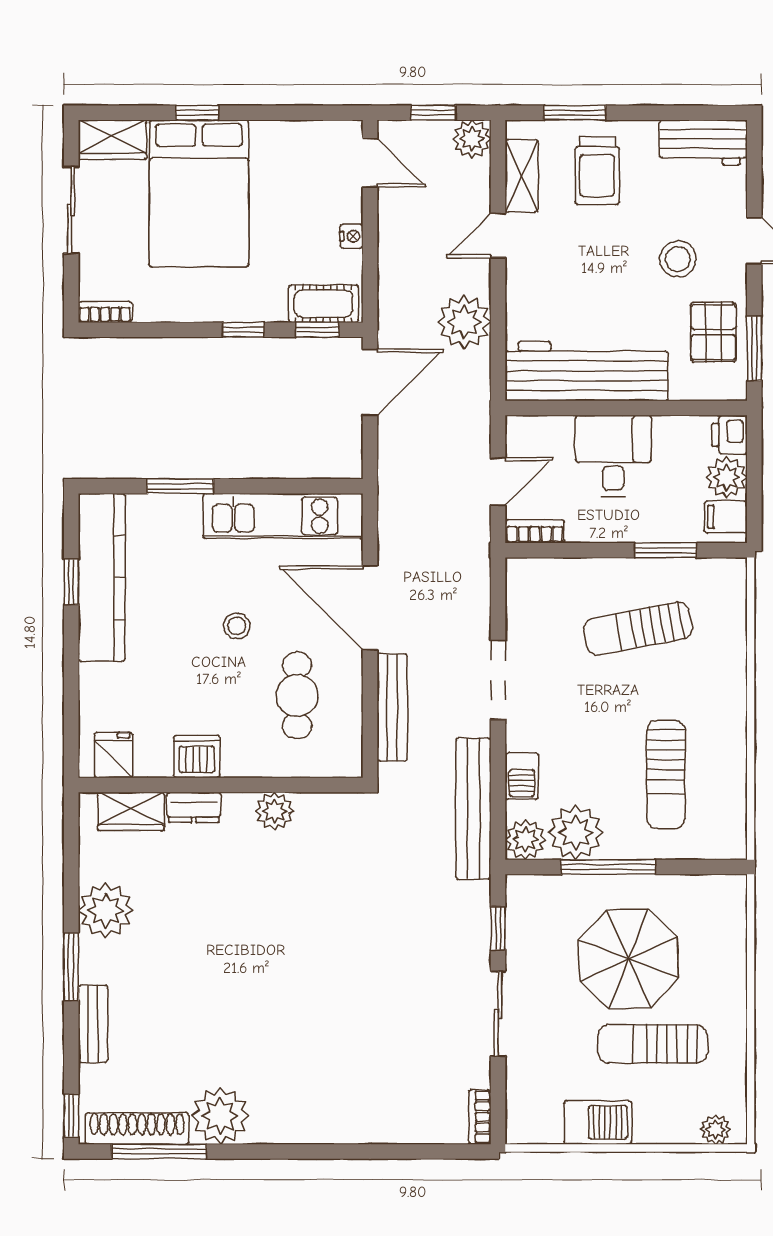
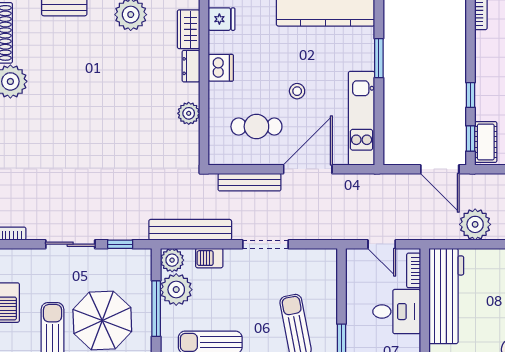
bookcase: (535, 531) -> (414, 270), moved, turned 180

